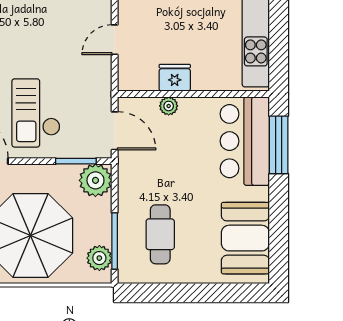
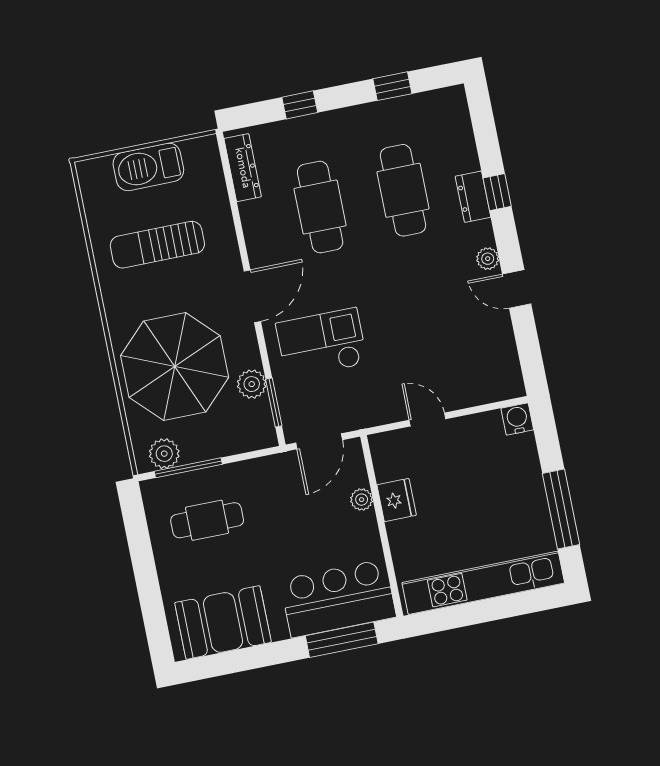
plant: (95, 180) -> (252, 384), moved, width x0.73, depth x0.73

